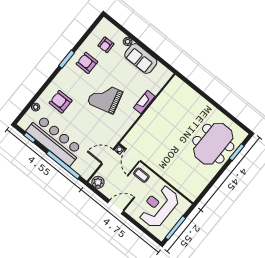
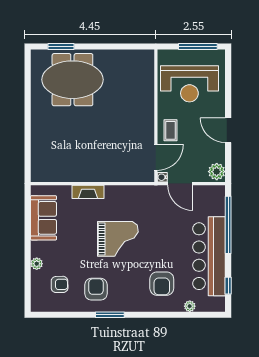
sofa: (141, 59) -> (44, 218), moved
armchair: (87, 63) -> (96, 289), turned 180
grand piano: (105, 97) -> (118, 239), turned -75

